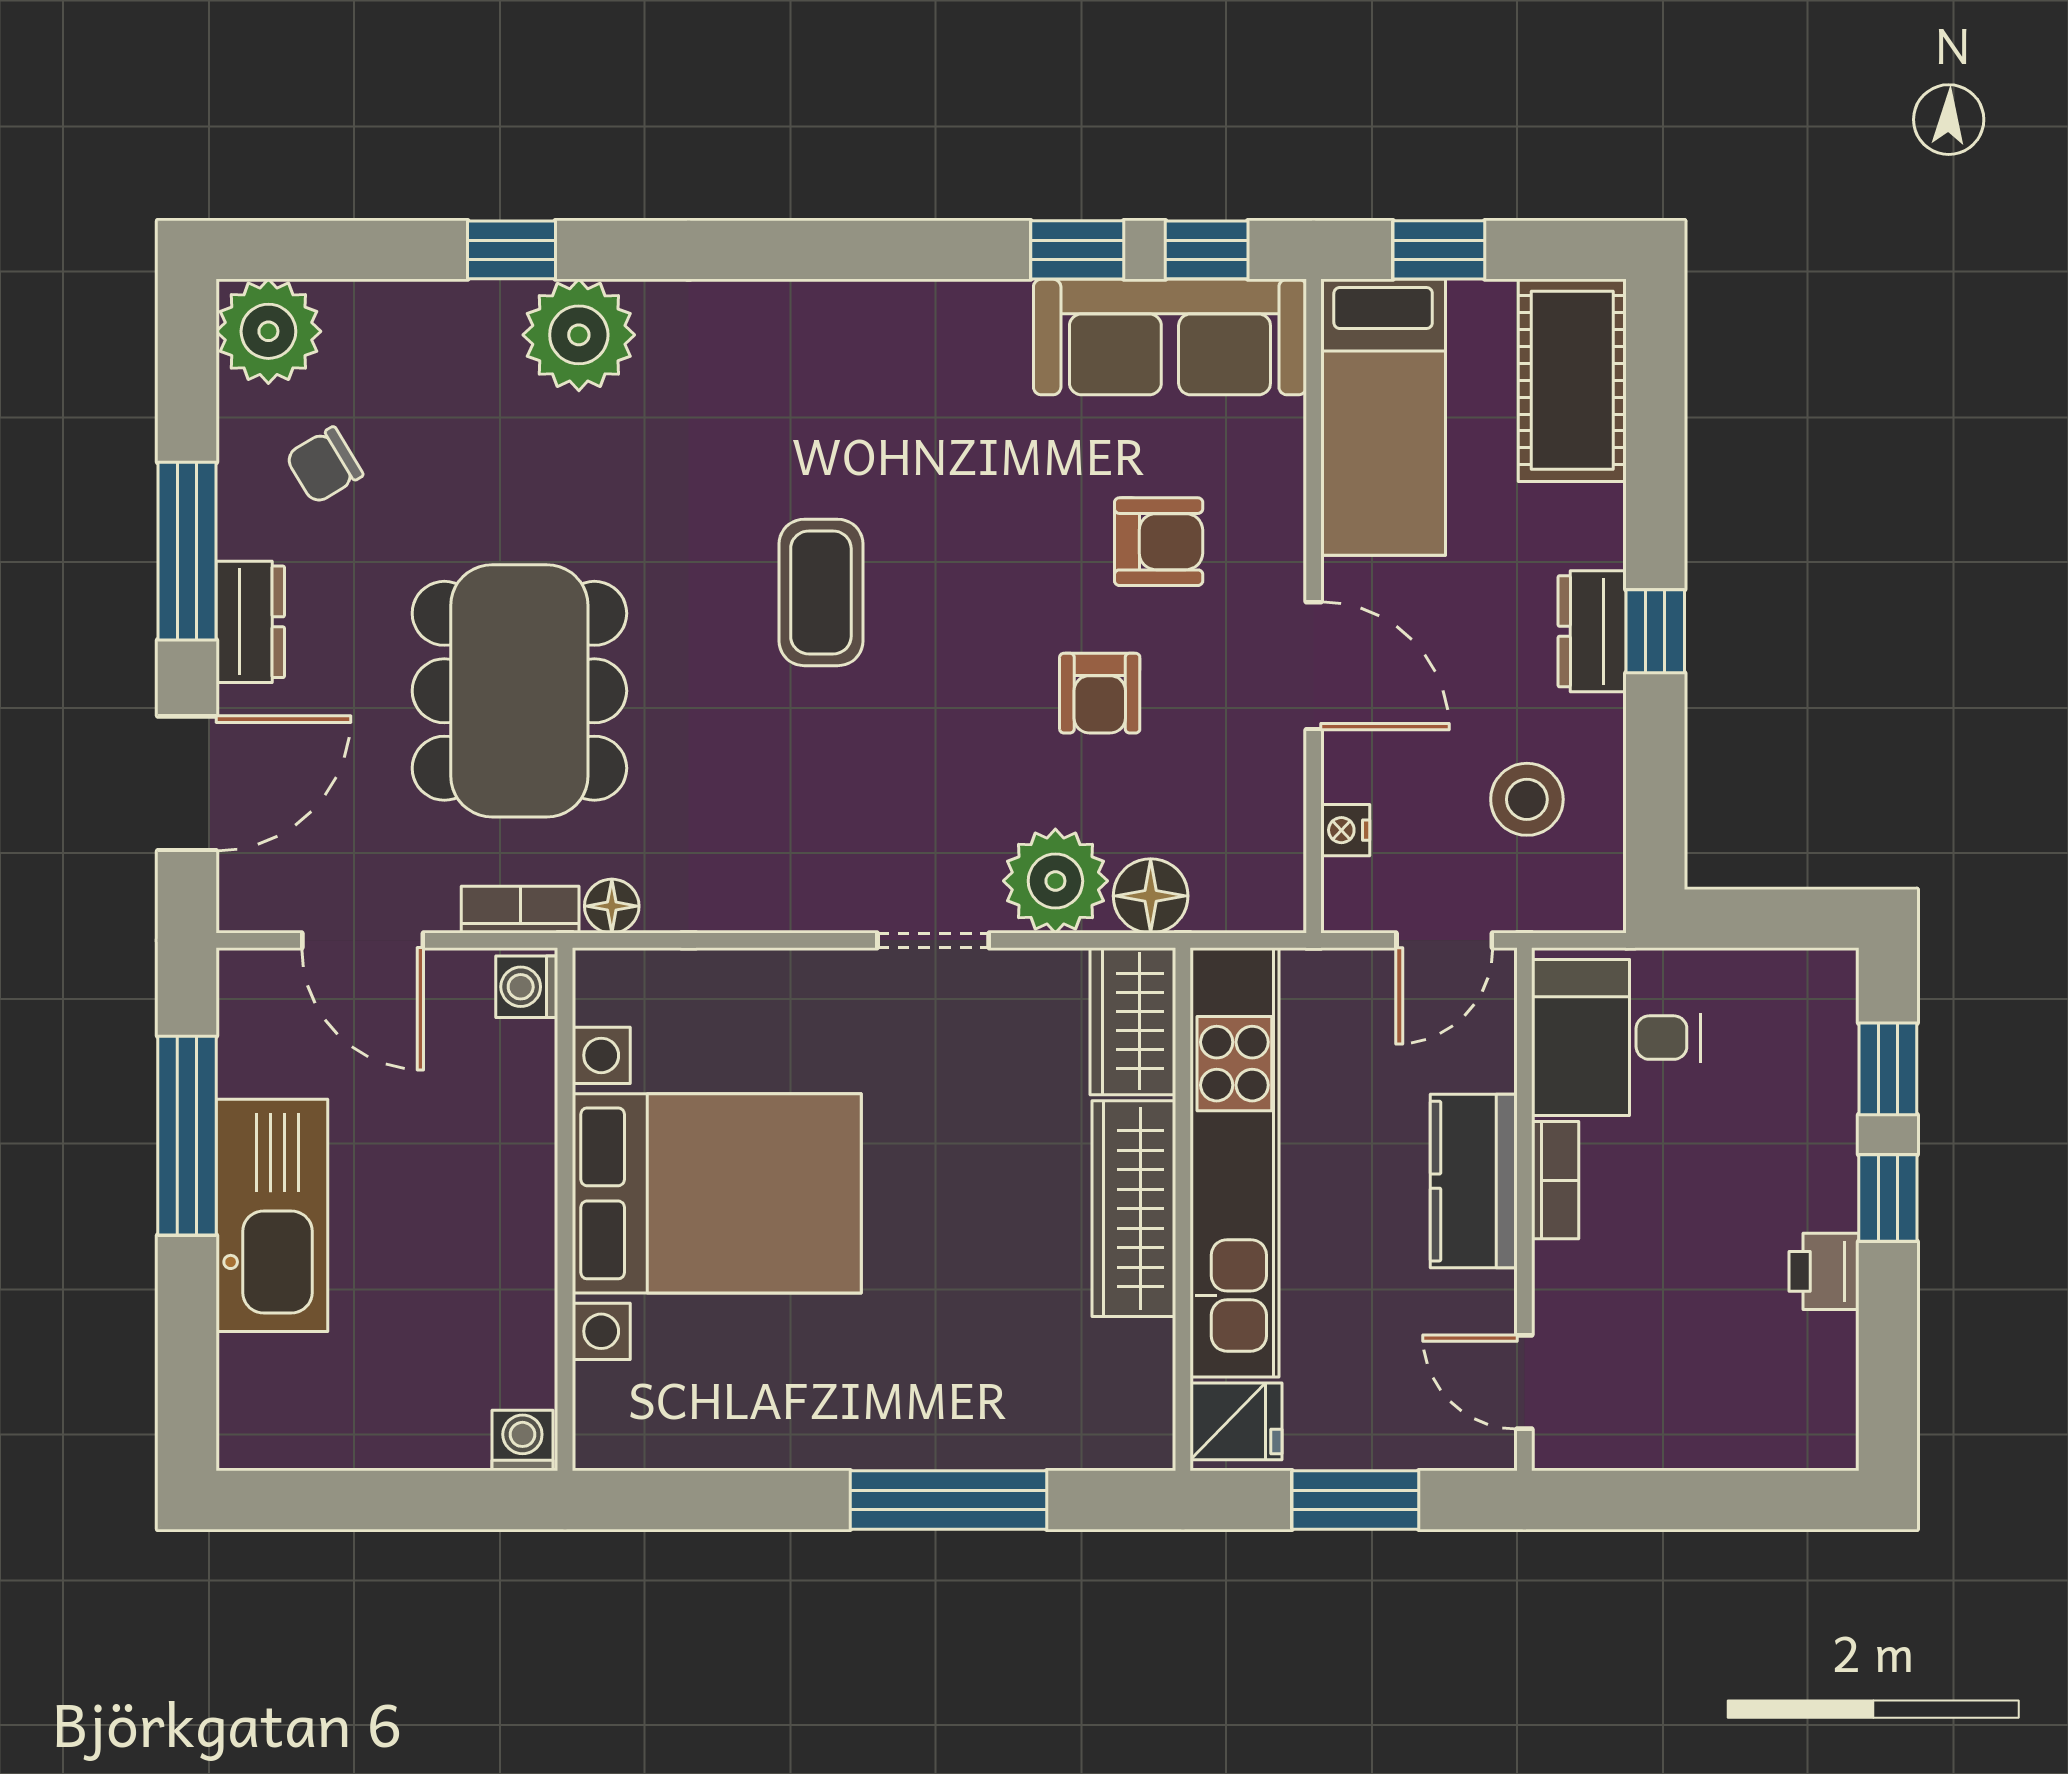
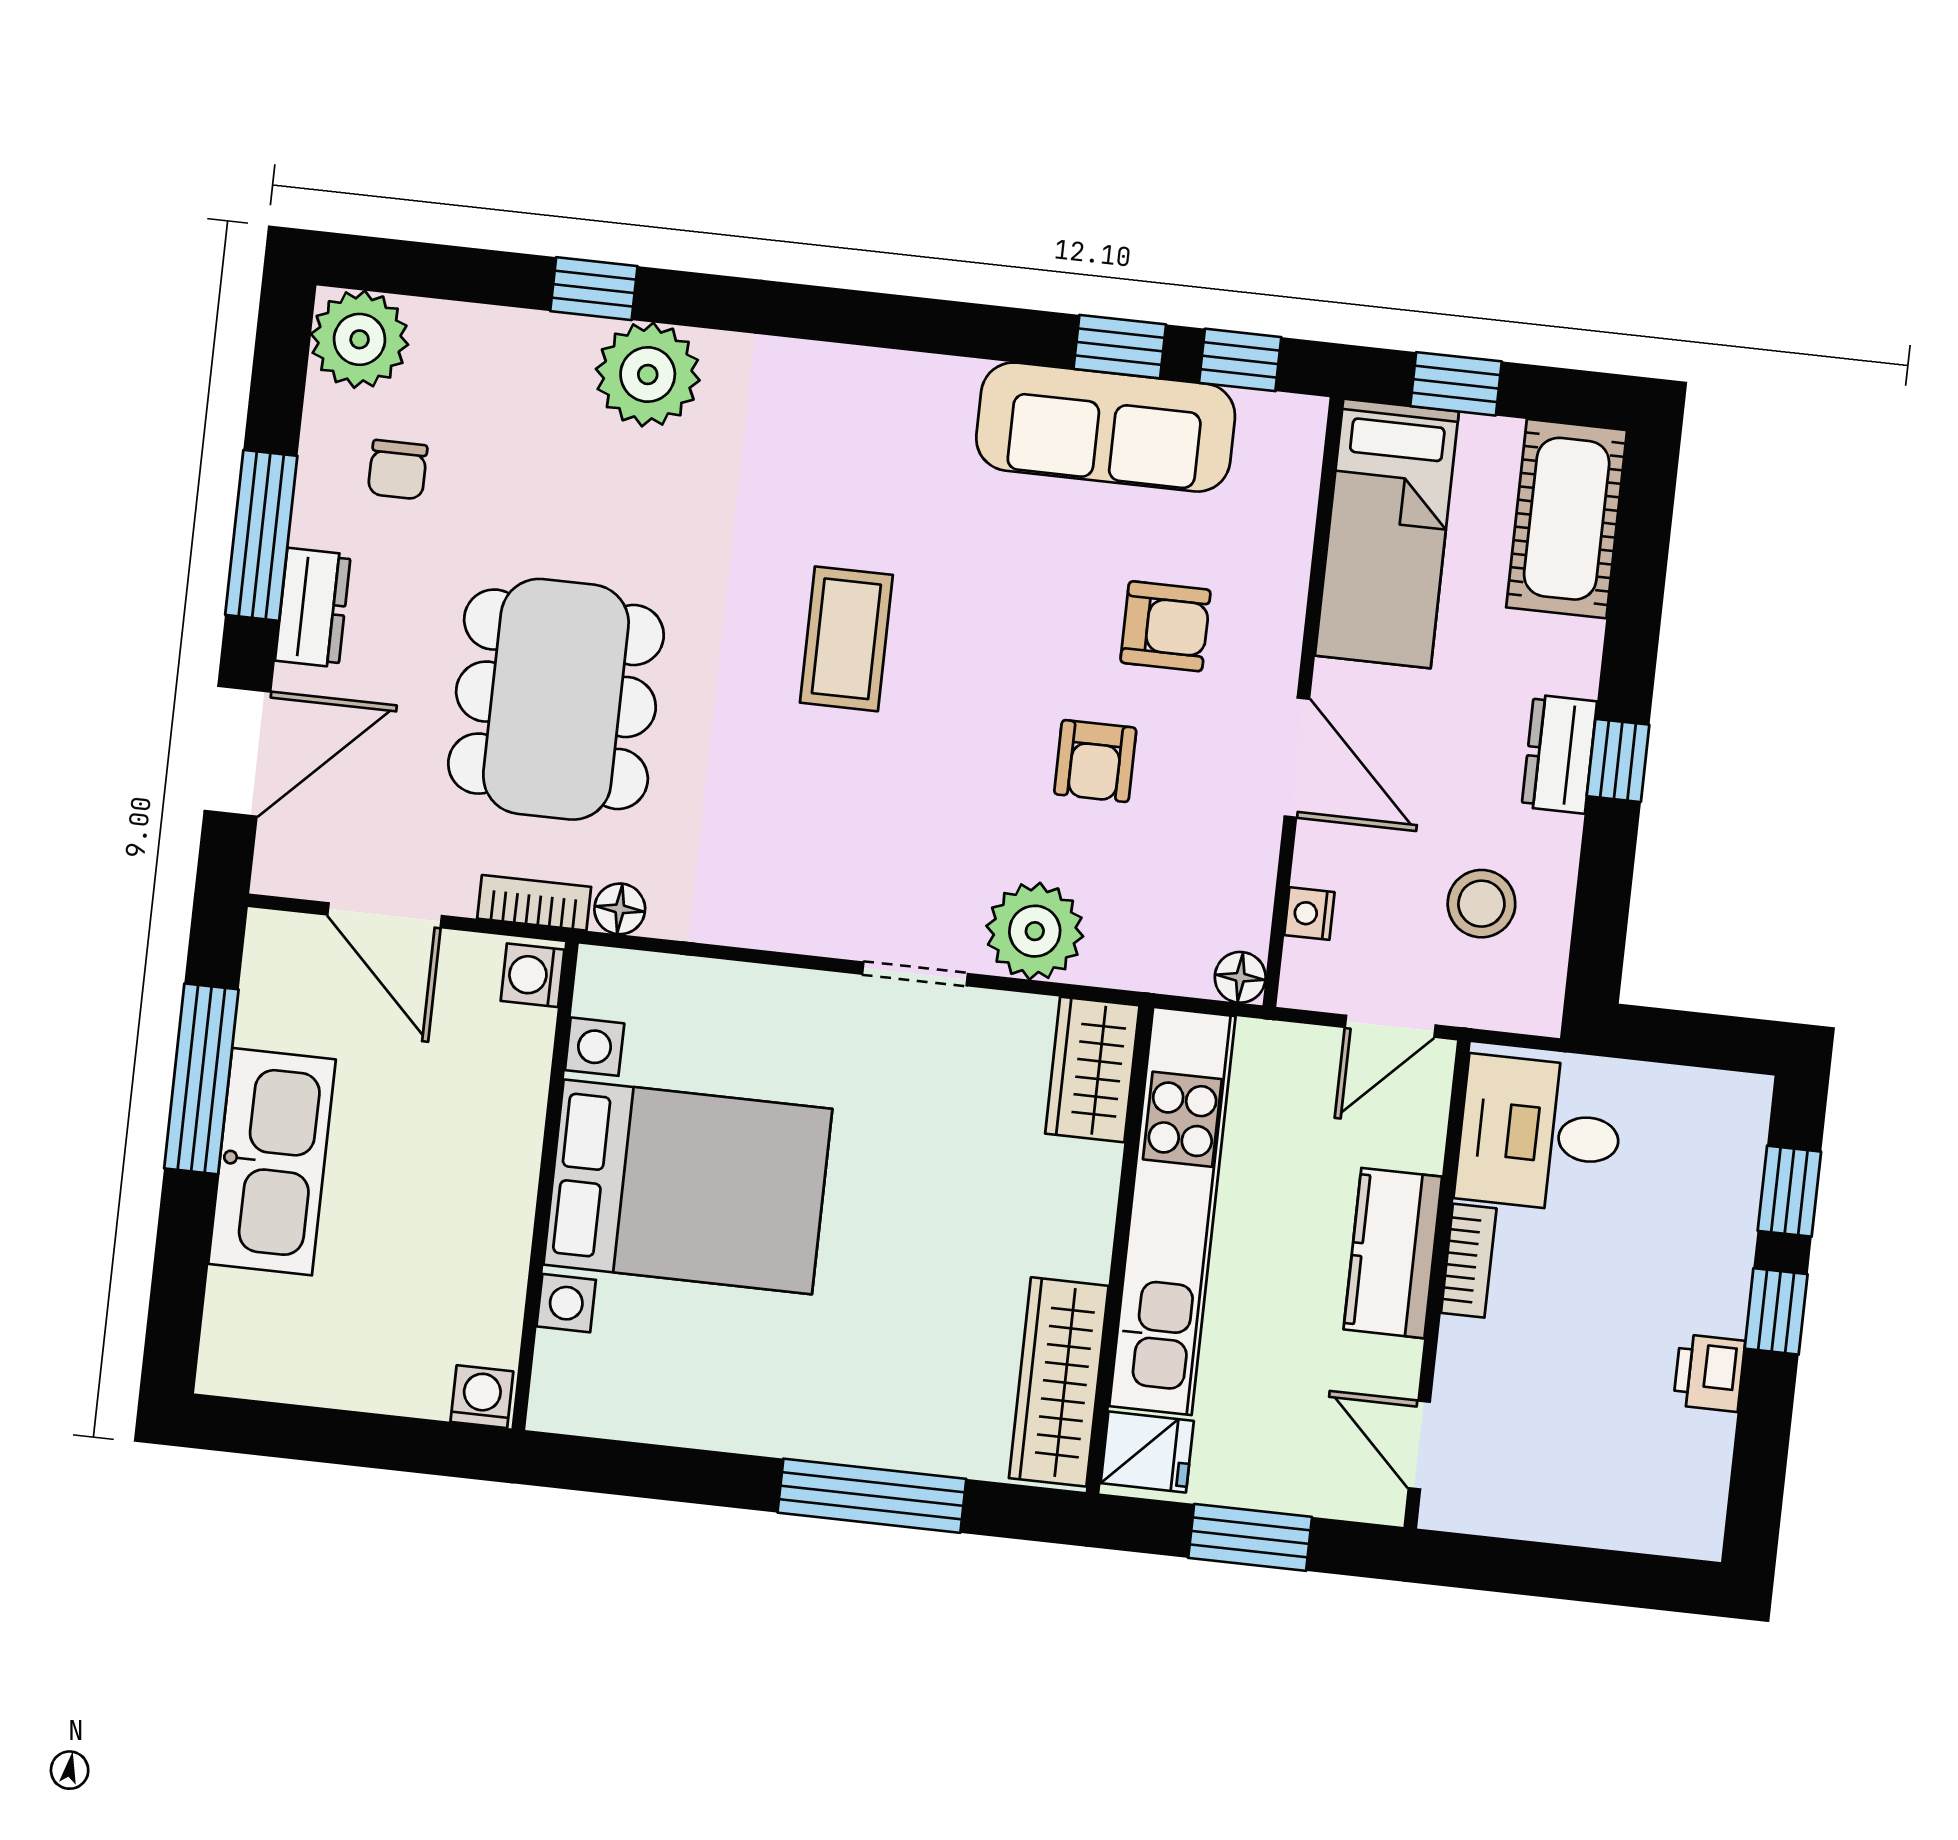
sofa: (1170, 337) -> (1106, 427), moved
chair: (324, 465) -> (398, 470), turned -59
floor lamp: (1151, 896) -> (1240, 977), moved, width x0.73, depth x0.73
wardrobe: (1134, 1209) -> (1059, 1382), moved

